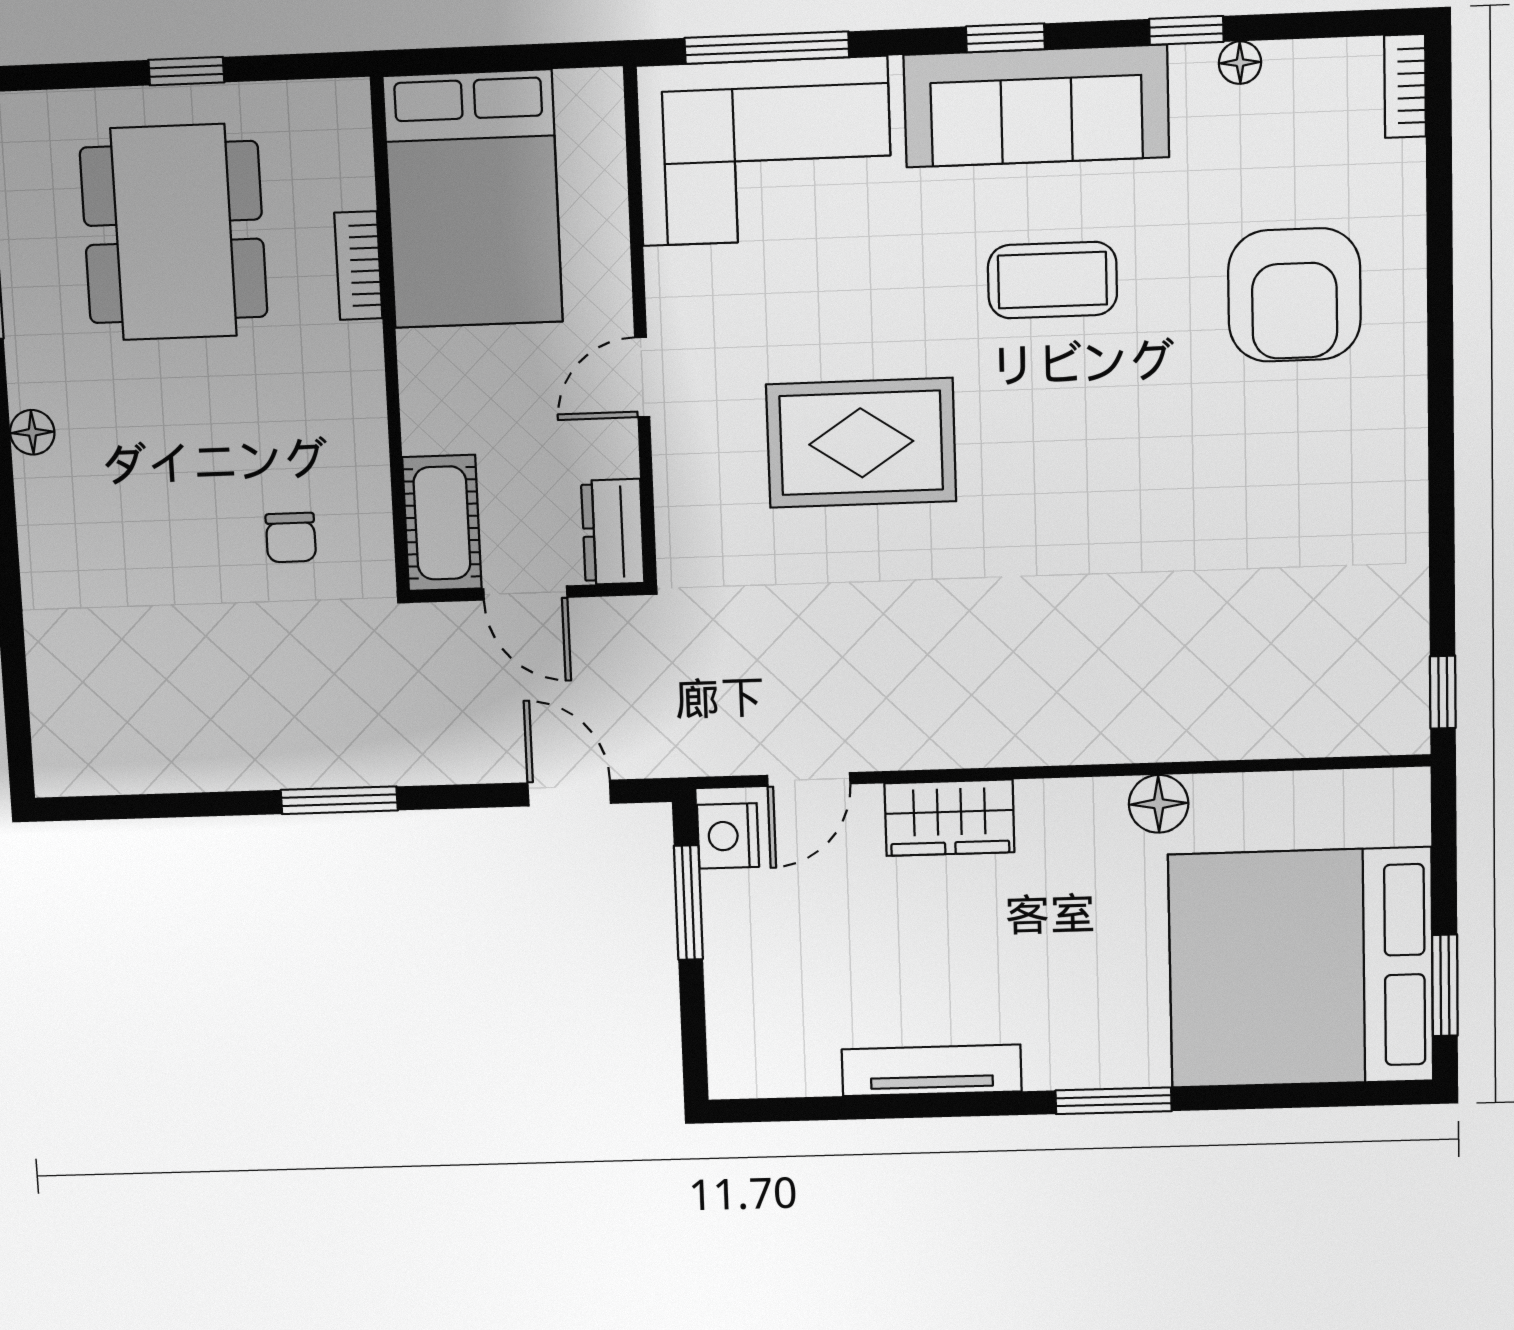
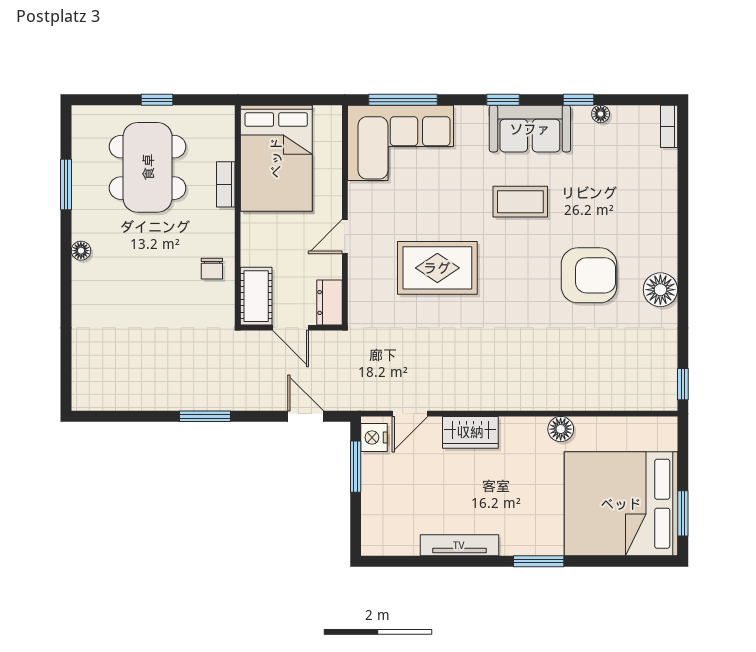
sofa: (1036, 106) -> (530, 129), width x0.73
armchair: (1294, 295) -> (589, 275), moved, turned -90
floor lamp: (1388, 475) -> (660, 290), added
chair: (291, 538) -> (212, 269), moved

